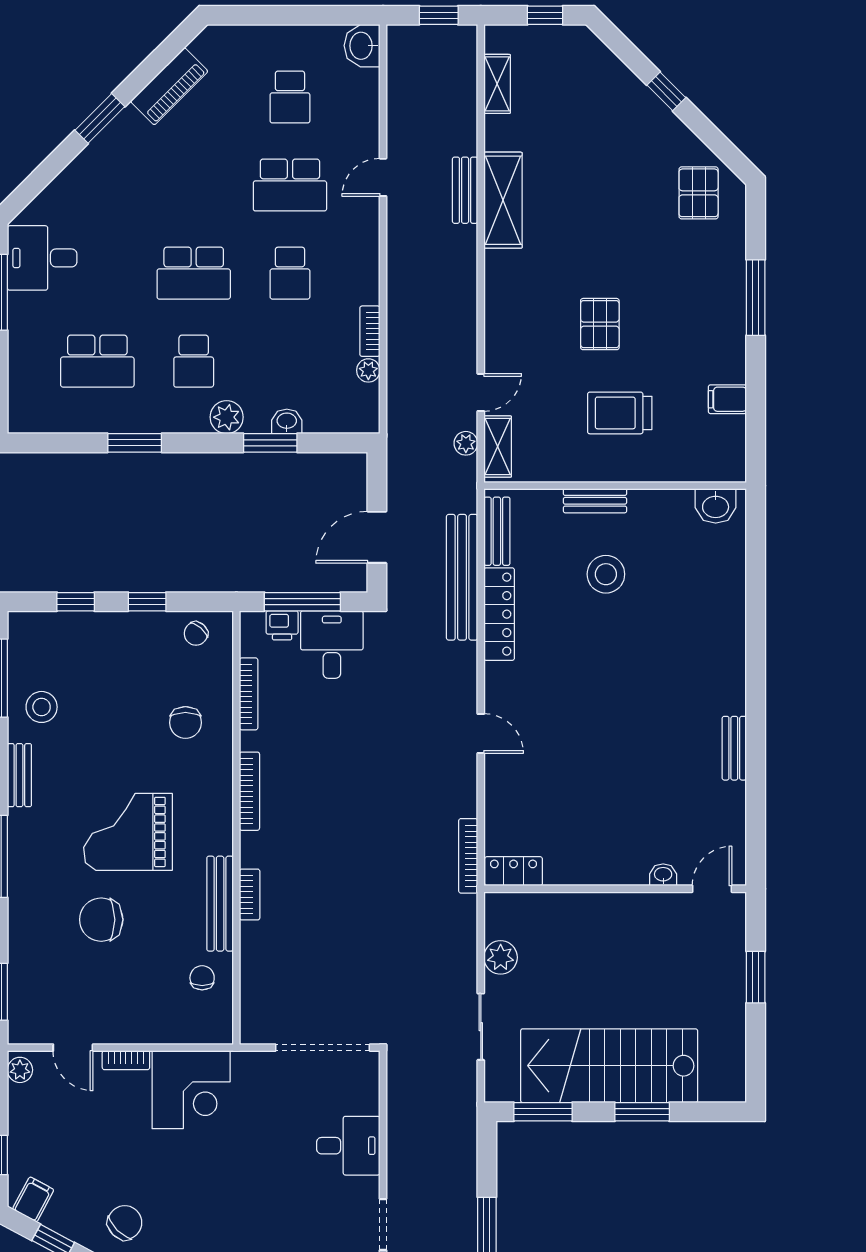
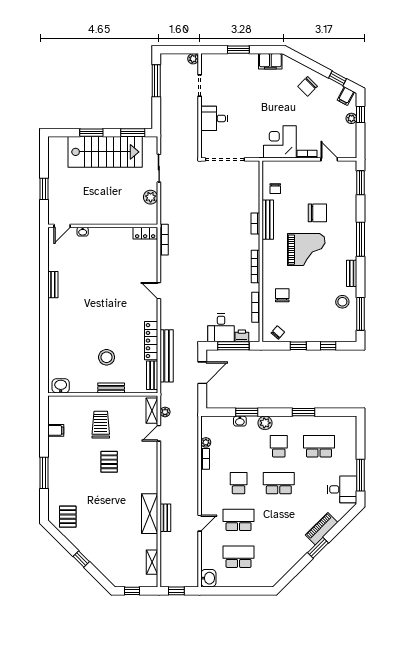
piano: (169, 86) -> (322, 529), moved
school desk: (290, 97) -> (239, 557), width x1.85
trolley: (620, 413) -> (101, 425), turned -90
plant: (20, 1070) -> (351, 118), moved

